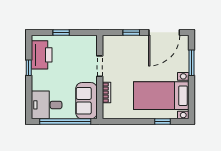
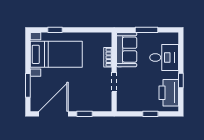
desk: (47, 105) -> (164, 57), moved
window: (65, 122) -> (147, 30), width x0.47

